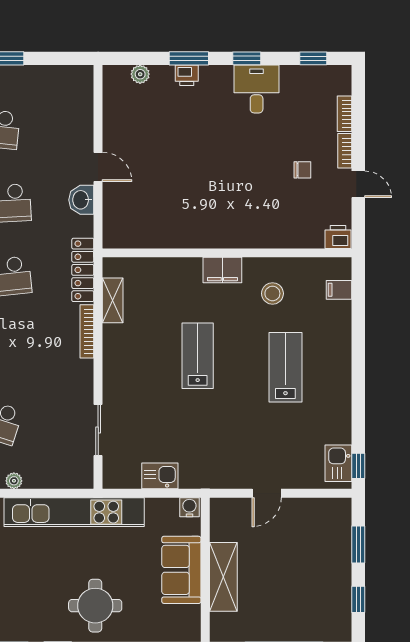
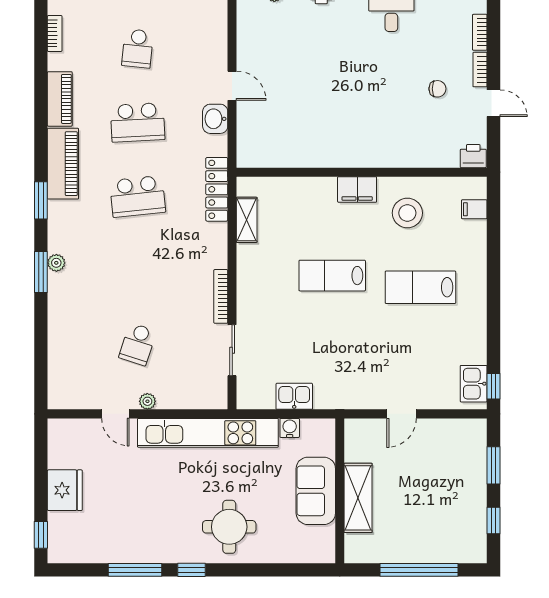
stool: (272, 293) -> (407, 213), width x1.38, depth x1.38
bookcase: (87, 331) -> (221, 296), moved
lab bench: (198, 356) -> (332, 276), turned -90
lab bench: (285, 367) -> (420, 287), turned -90
water cooler: (189, 507) -> (290, 428), moved

